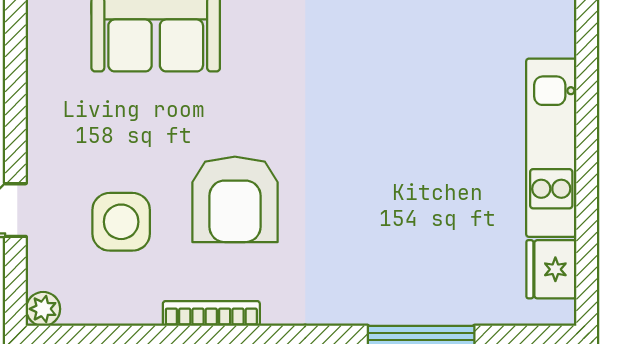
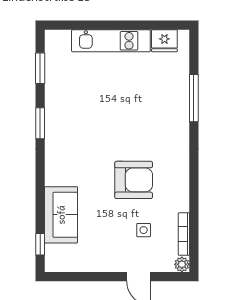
side table: (121, 222) -> (144, 230), width x0.54, depth x0.54
bookcase: (211, 313) -> (184, 234), moved

